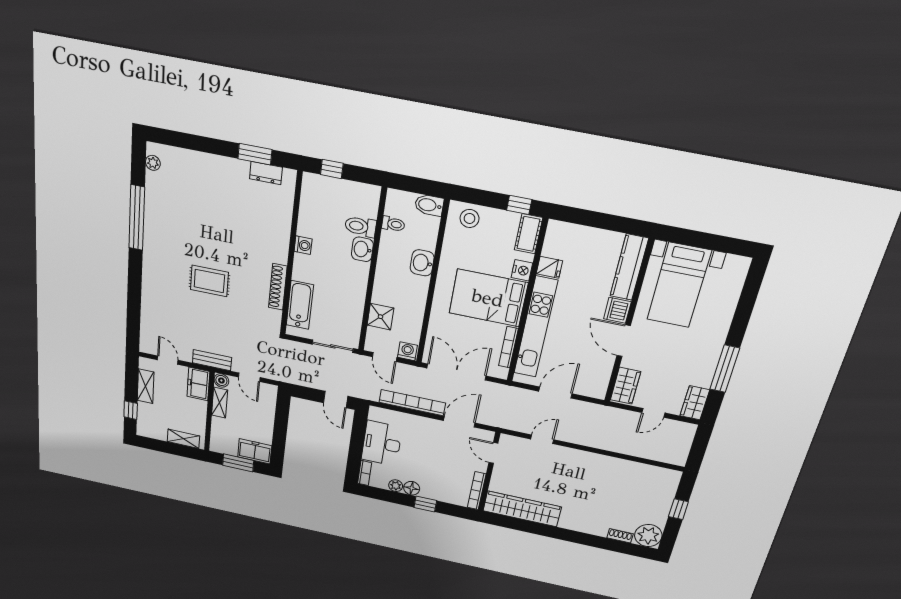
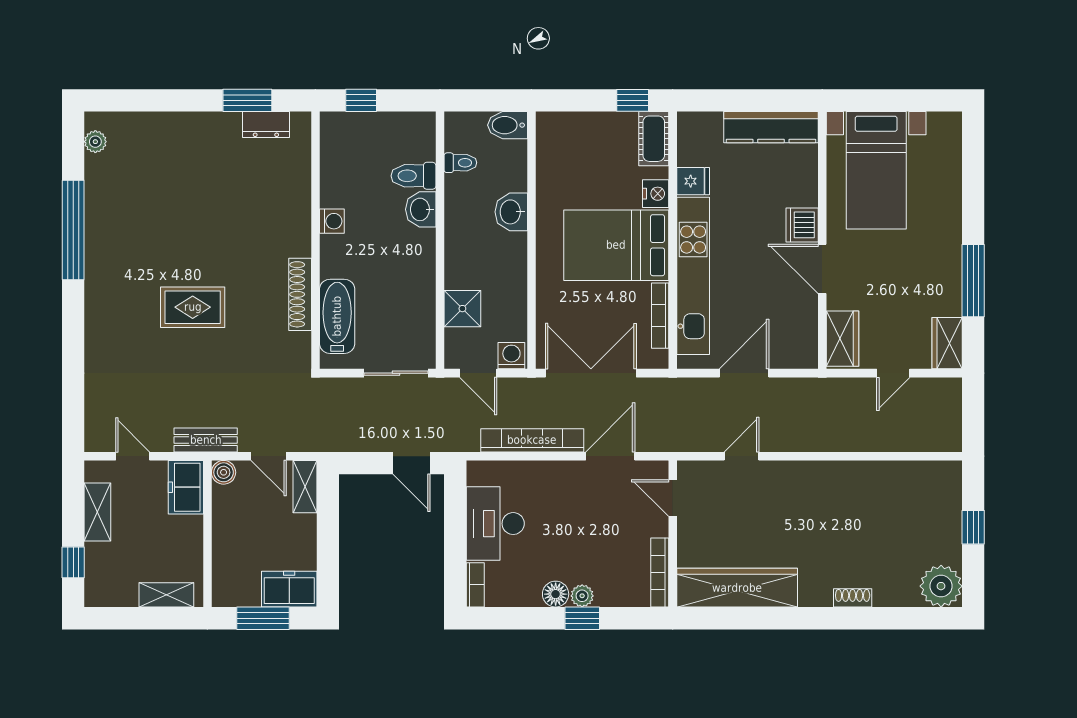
stool: (469, 218) -> (567, 133), removed
kitchen counter: (629, 267) -> (771, 127), moved, turned -90
shelving: (220, 403) -> (305, 487), moved
plant: (396, 486) -> (582, 596), moved
shoe rack: (620, 536) -> (853, 598), moved

